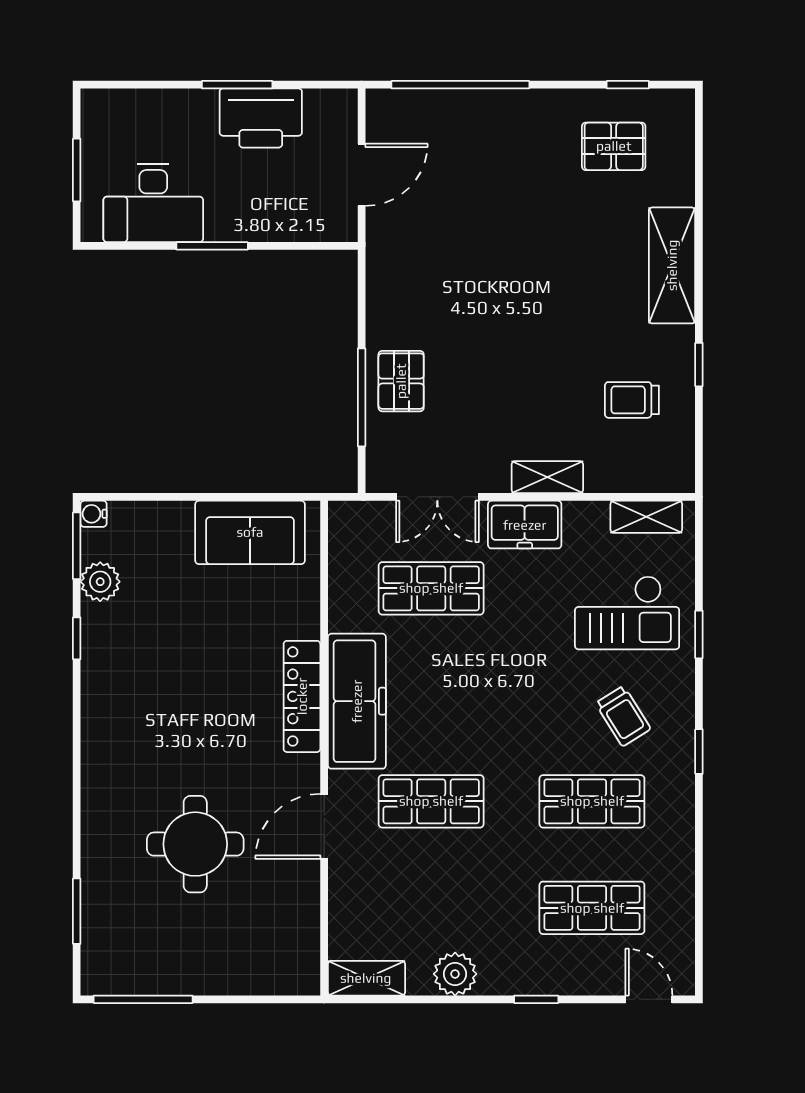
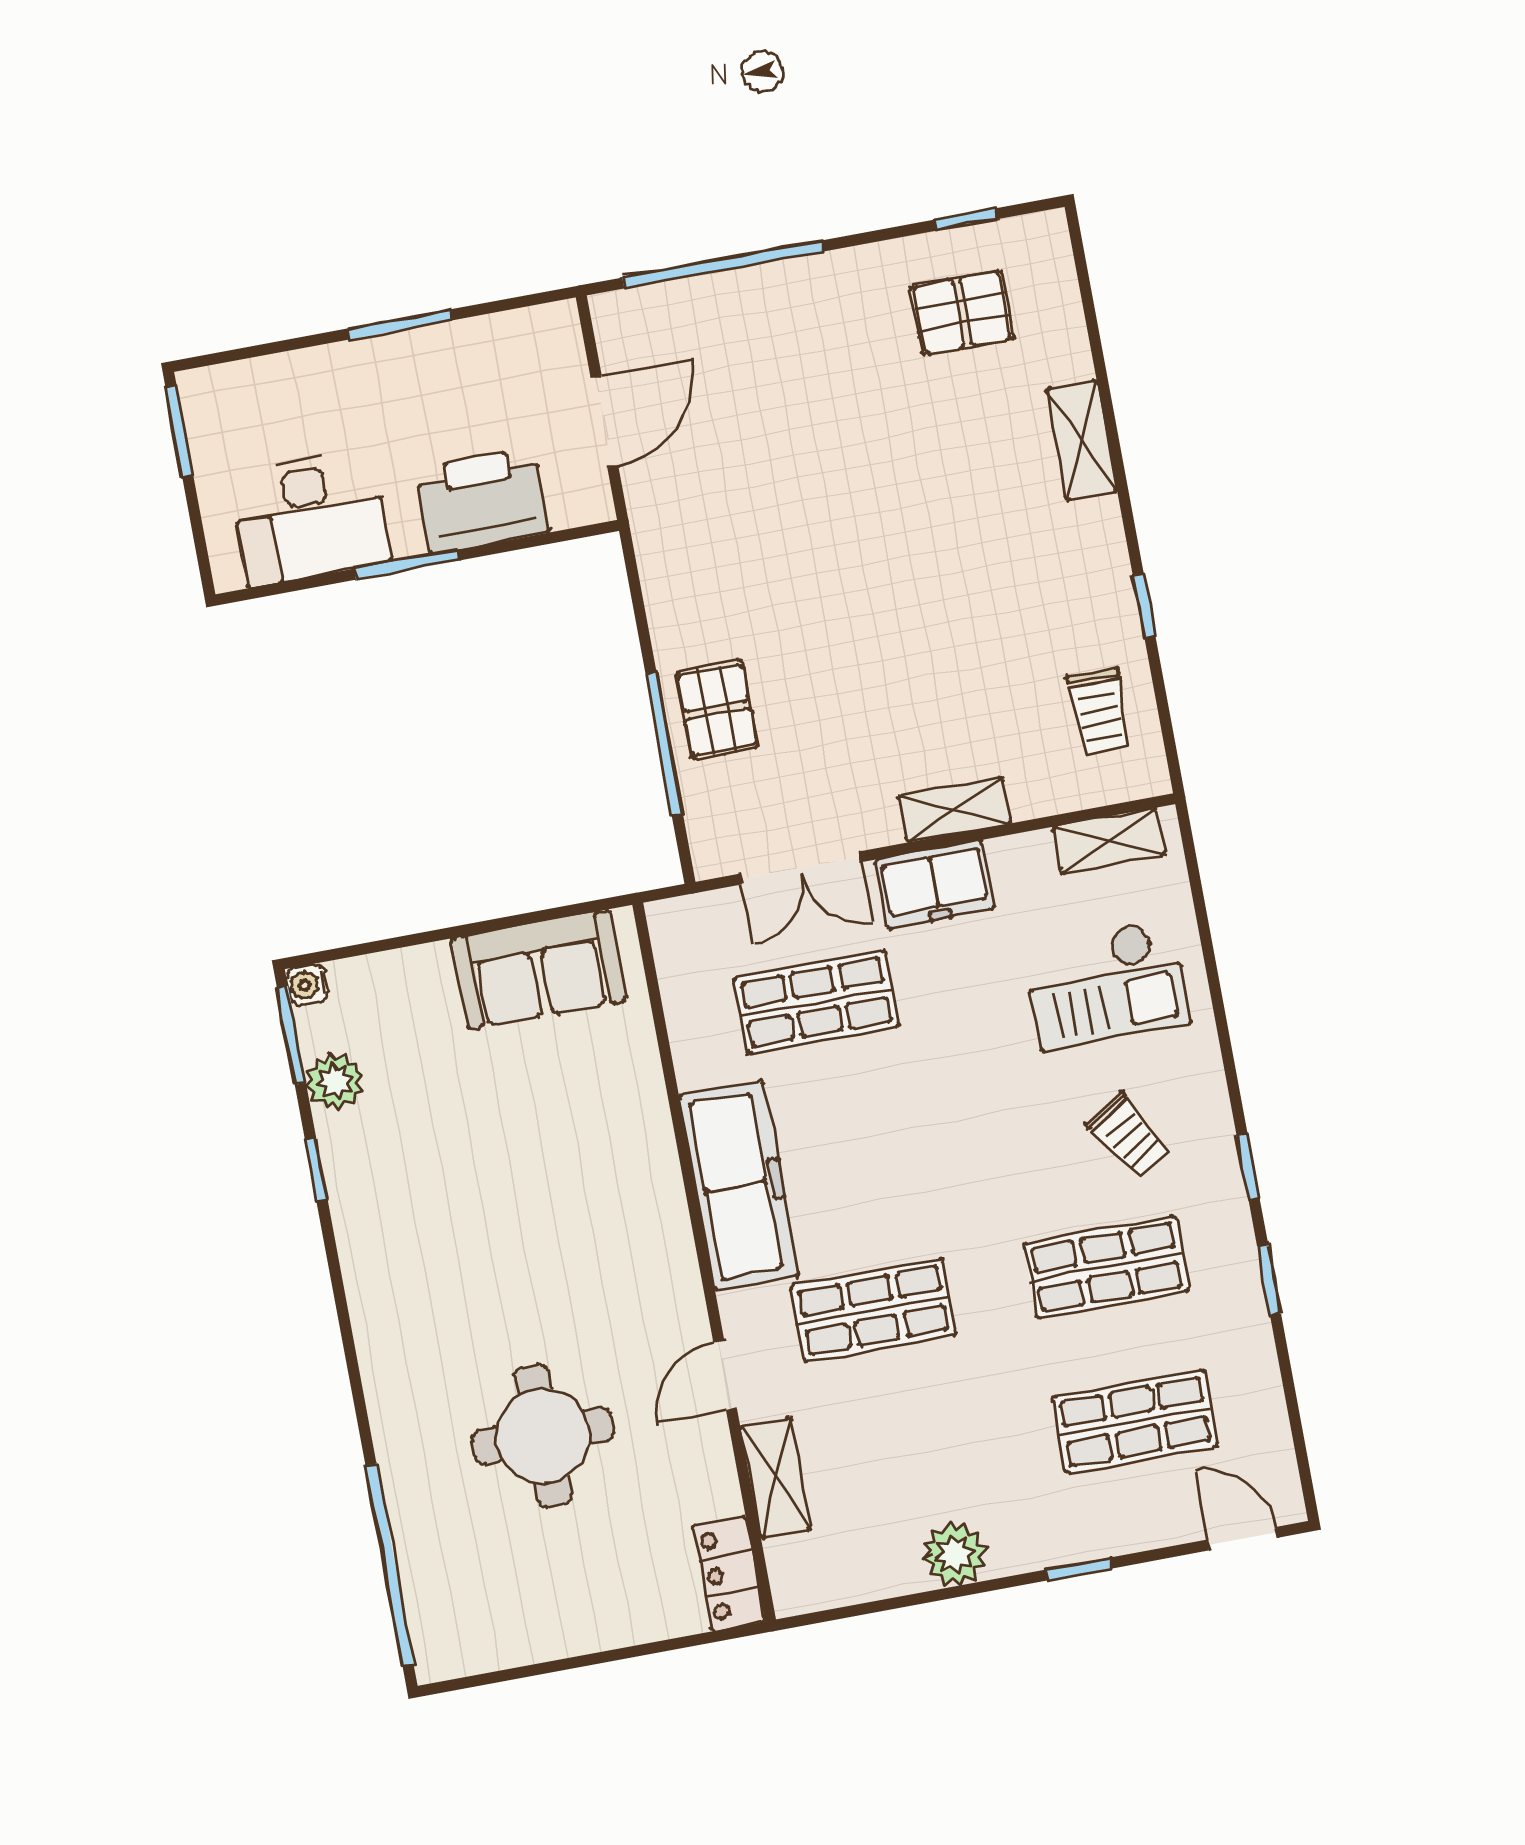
printer: (261, 118) -> (482, 501), moved, turned 180
window: (77, 170) -> (179, 431), moved
shelving: (672, 265) -> (1082, 440), width x0.67, depth x0.75
trolley: (632, 400) -> (1099, 711), moved, turned -90
window: (699, 634) -> (1269, 1280), moved
locker: (302, 696) -> (729, 1574), moved, width x0.66
door: (324, 826) -> (725, 1375), width x0.73
window: (77, 911) -> (389, 1565), width x2.11
shelving: (366, 978) -> (776, 1478), moved, turned 90
window: (143, 999) -> (509, 1675), removed

